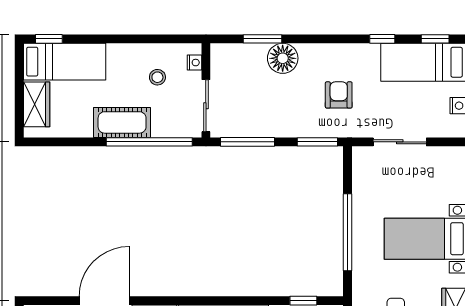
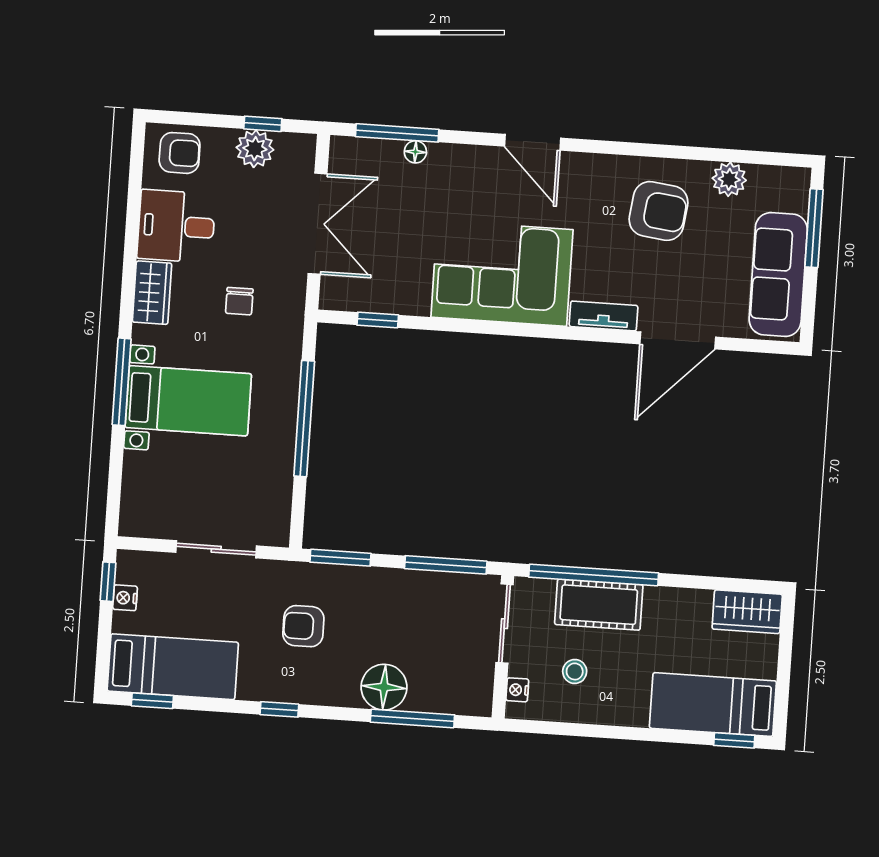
window: (262, 39) -> (412, 718), width x1.44
window: (382, 39) -> (279, 709), moved
armchair: (339, 95) -> (303, 626), turned 90
wardrobe: (37, 104) -> (747, 612), moved, turned -90
cot: (122, 122) -> (599, 605), moved

